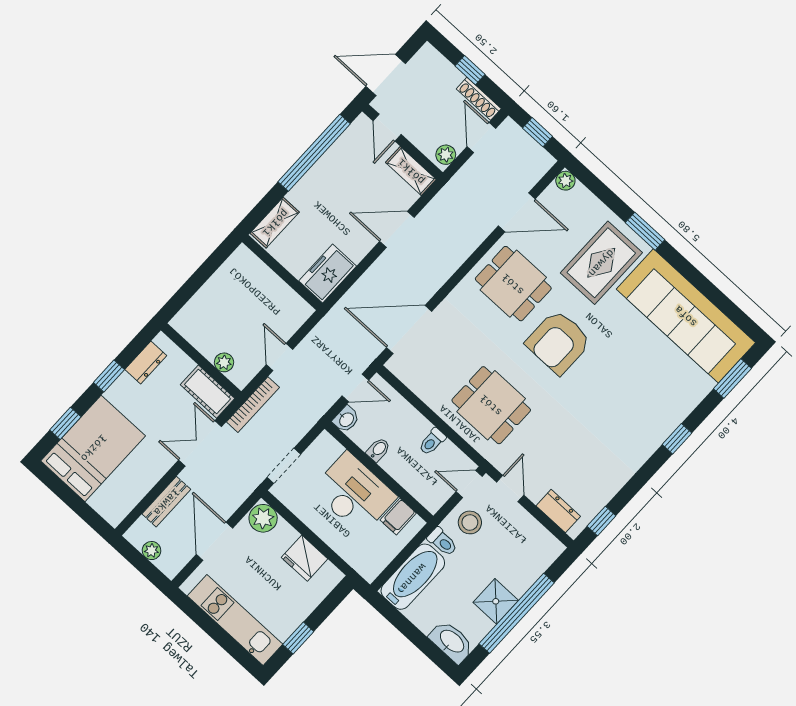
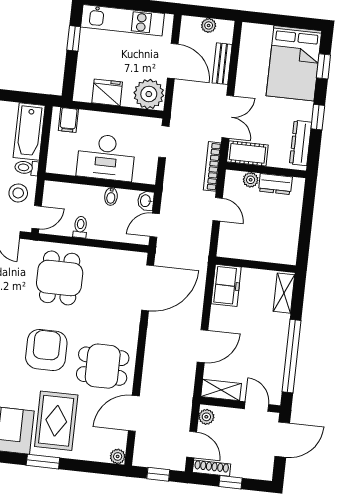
dresser: (202, 340) -> (275, 184), added
dresser: (146, 363) -> (301, 143), width x1.44
dining table: (491, 405) -> (60, 278), turned 90
filing cabinet: (398, 517) -> (68, 120), moved, turned 180
plant: (263, 518) -> (149, 94), width x1.36, depth x1.36

